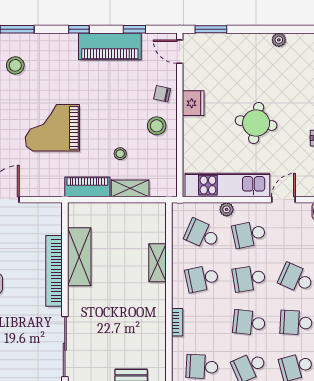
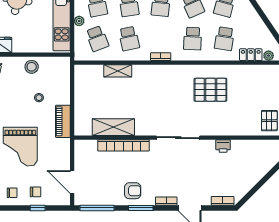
stool: (157, 126) -> (32, 67), moved
shelving: (130, 188) -> (64, 90), removed
school desk: (202, 234) -> (97, 39), turned -45

